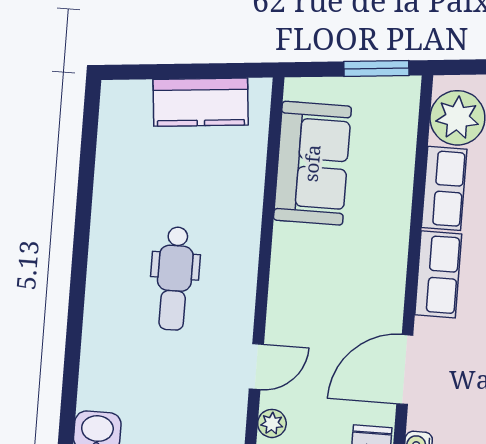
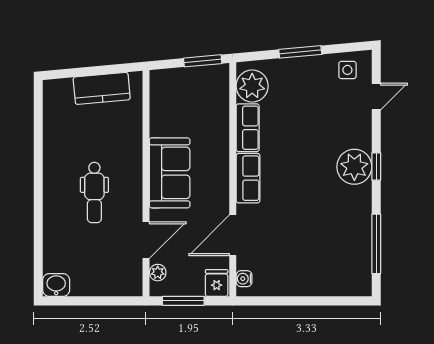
sofa: (312, 163) -> (170, 173), moved
door: (256, 367) -> (146, 240), width x1.38

